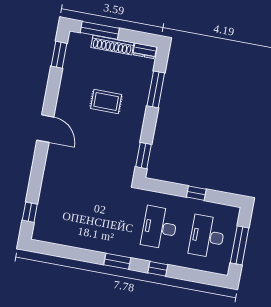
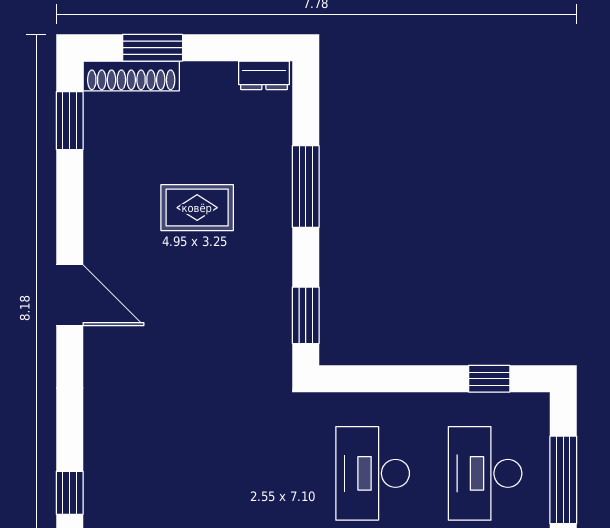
window: (100, 30) -> (153, 48), width x0.69
shoe rack: (112, 45) -> (131, 76), moved
window: (156, 89) -> (306, 187), moved
window: (196, 193) -> (489, 379), moved

